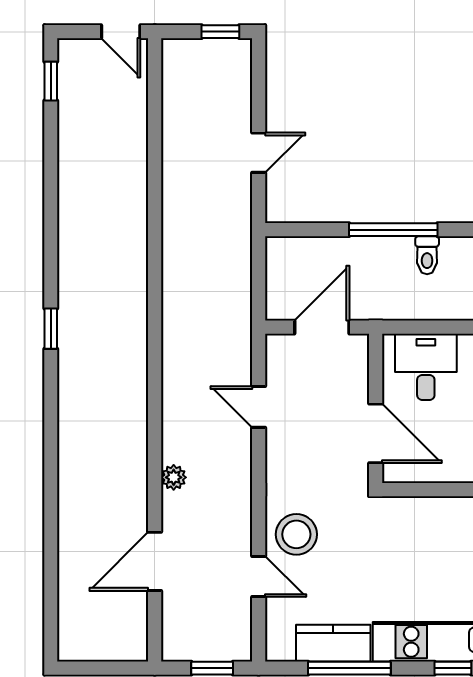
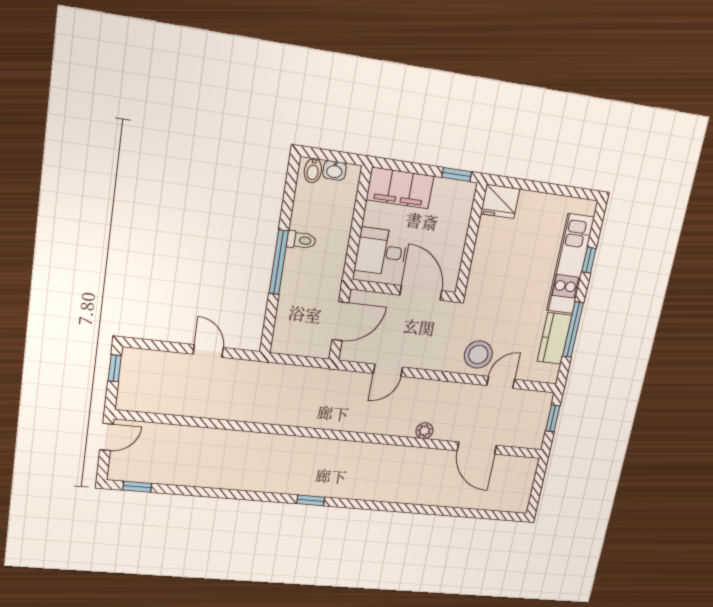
door: (322, 327) -> (340, 321), swing flipped
door: (376, 433) -> (421, 293), hinge flipped

